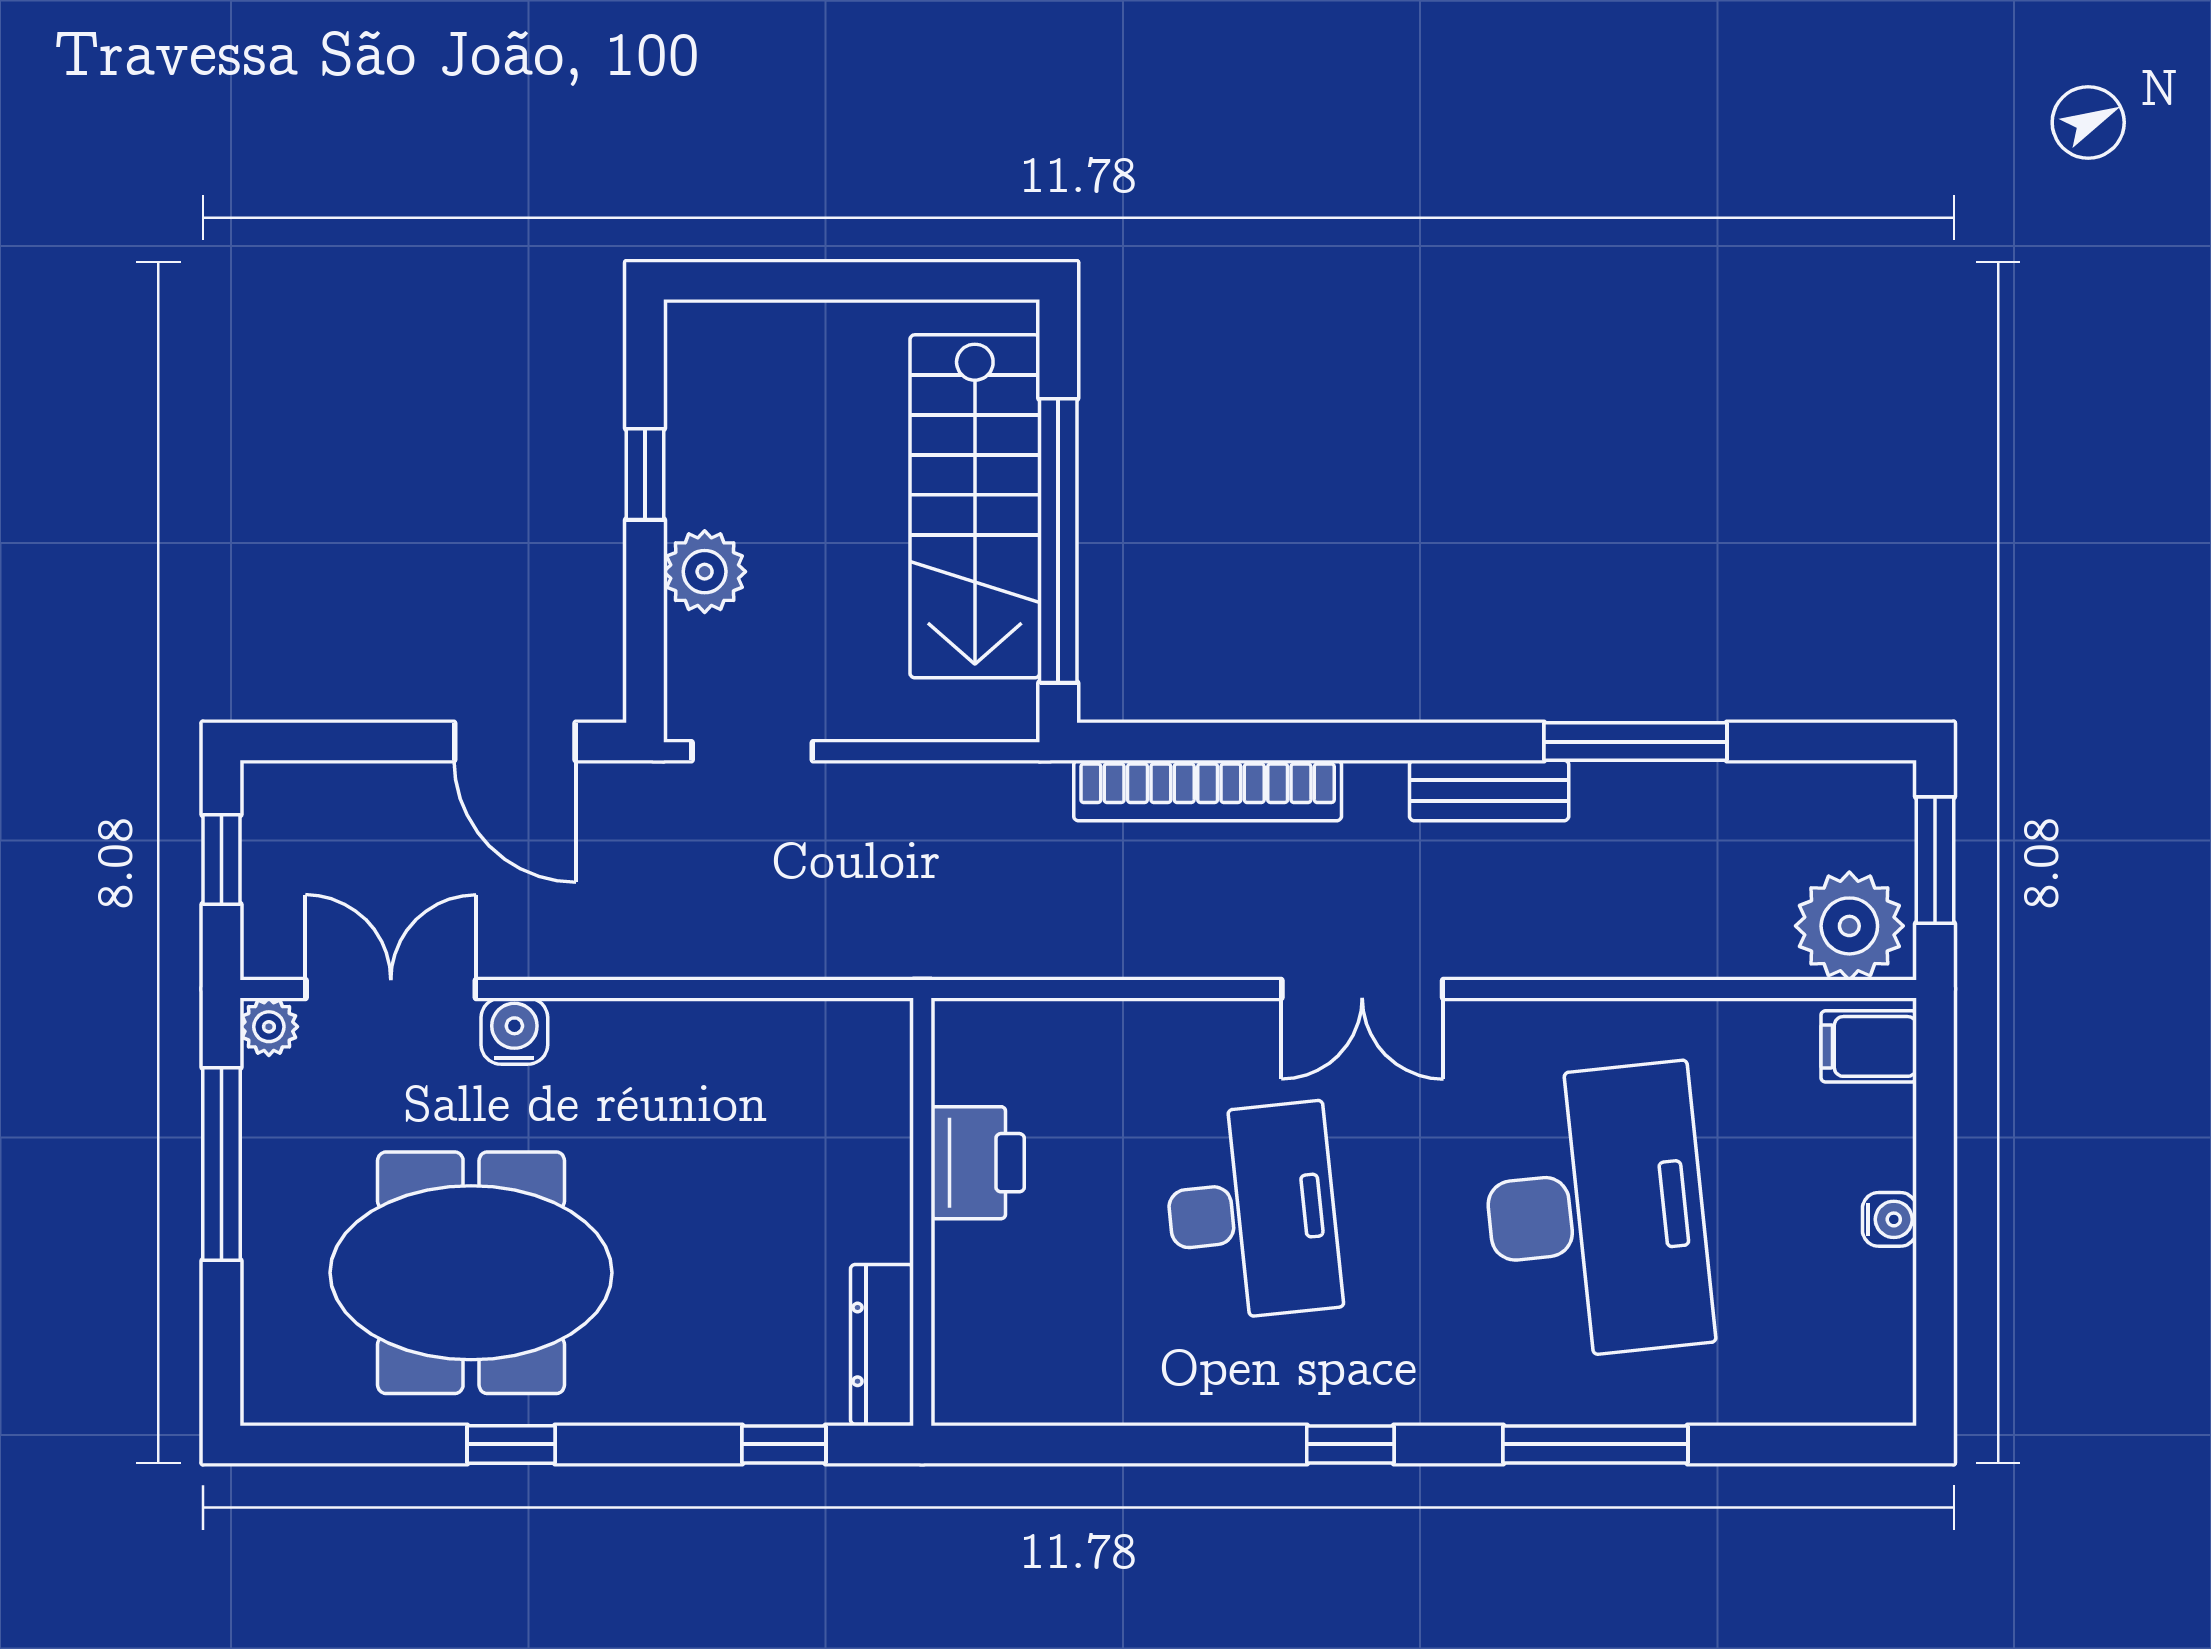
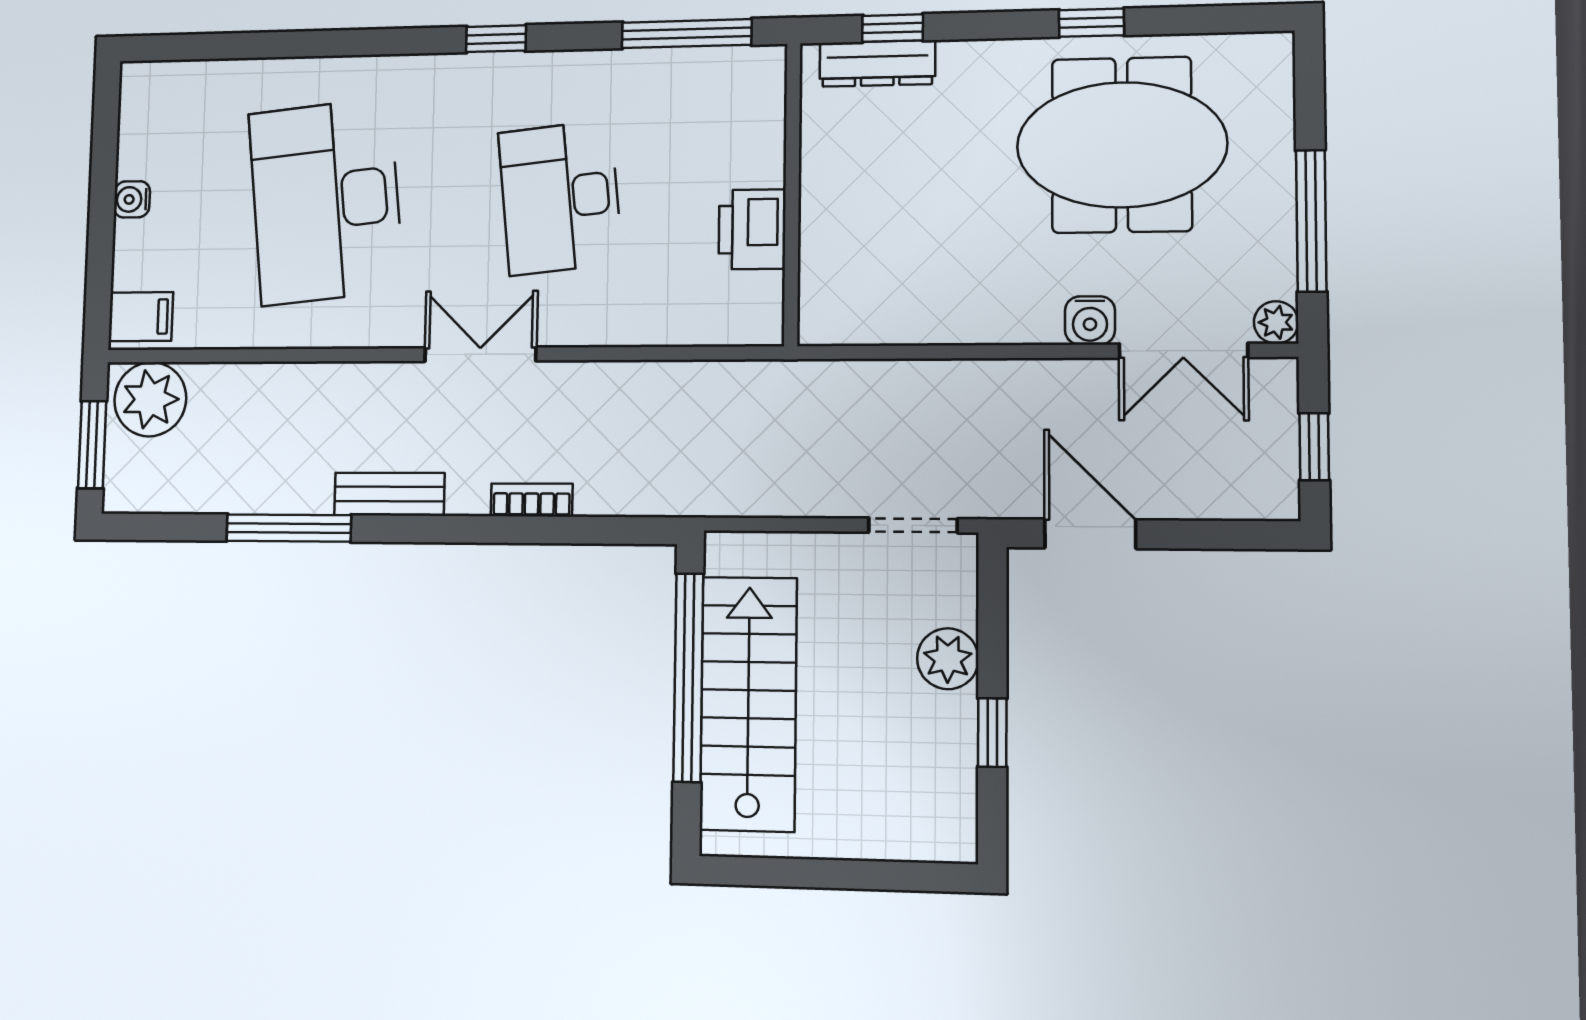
bookcase: (1208, 790) -> (532, 500), width x0.43, depth x0.76
dresser: (882, 1344) -> (877, 63), moved, turned 90
window: (1595, 1444) -> (687, 34), moved

